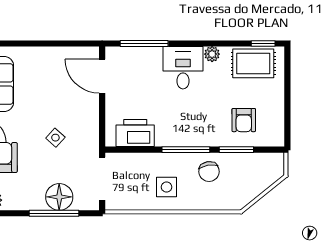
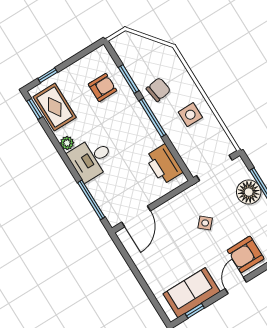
window: (287, 75) -> (48, 75), added

